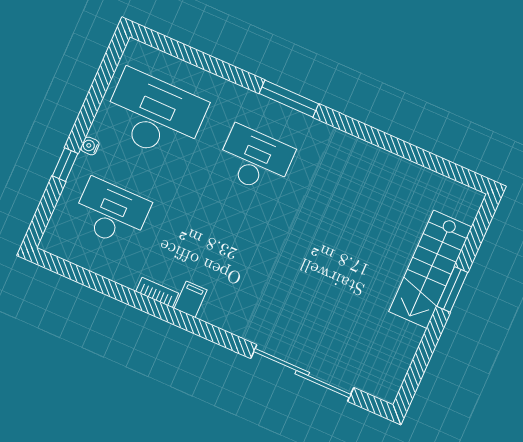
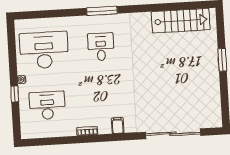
desk: (255, 160) -> (101, 47), width x0.73
stairs: (430, 269) -> (181, 21), moved, turned -90
filing cabinet: (191, 299) -> (118, 126), moved

